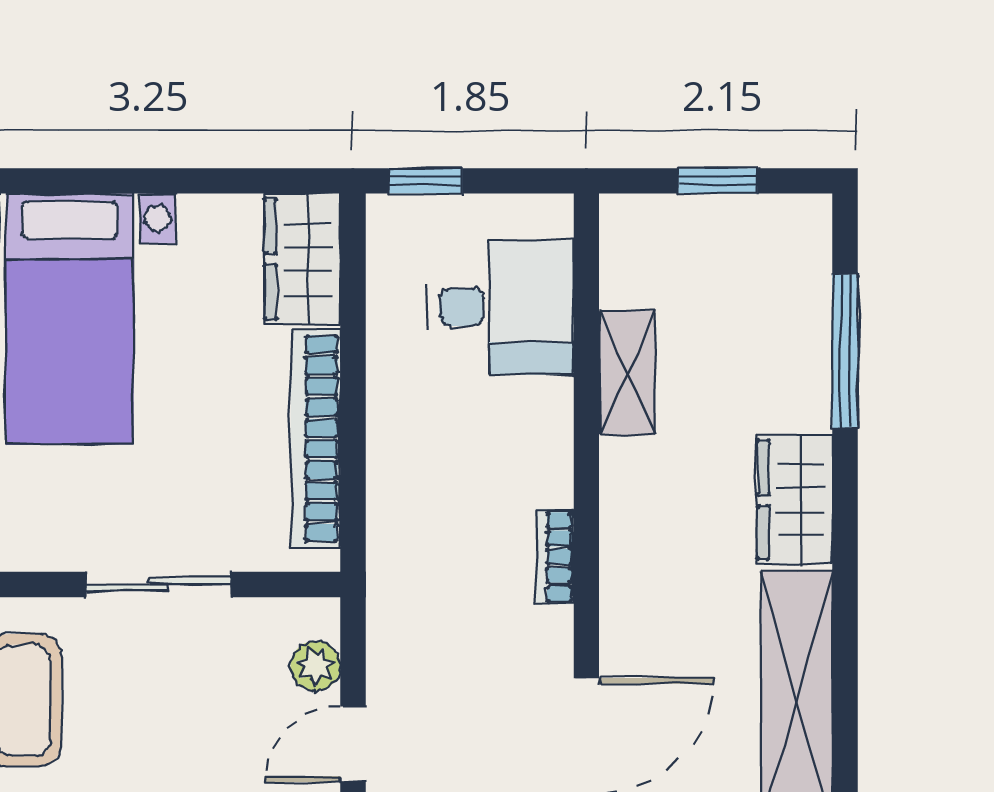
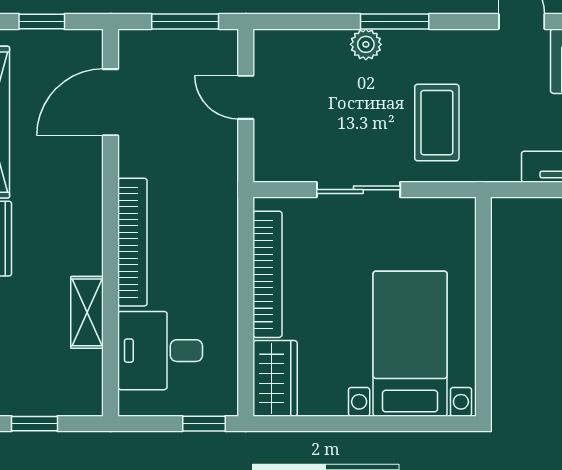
bookcase: (555, 557) -> (132, 242), width x2.31, depth x1.31
plant: (315, 666) -> (268, 143), removed
door: (353, 744) -> (246, 97), swing flipped

